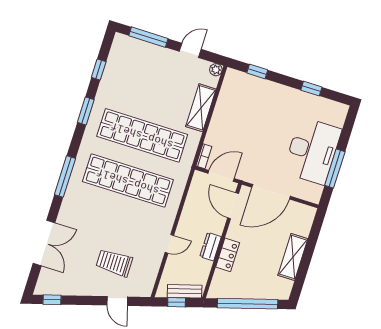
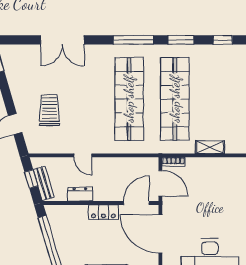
shelving: (201, 108) -> (210, 147), width x0.67, depth x0.75
window: (65, 177) -> (133, 40), moved
double door: (44, 243) -> (62, 40), moved
dresser: (211, 247) -> (80, 194), moved
locker: (228, 255) -> (103, 212), moved

